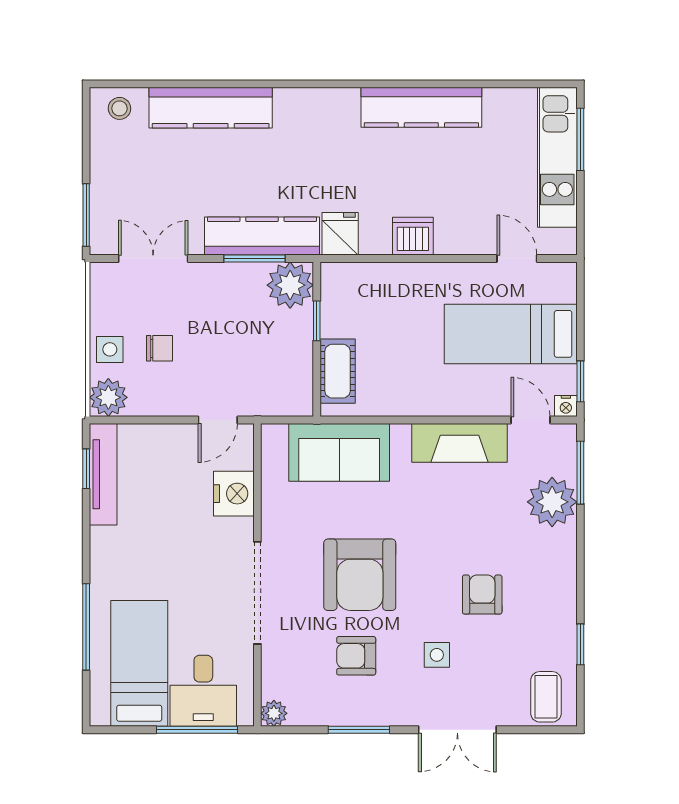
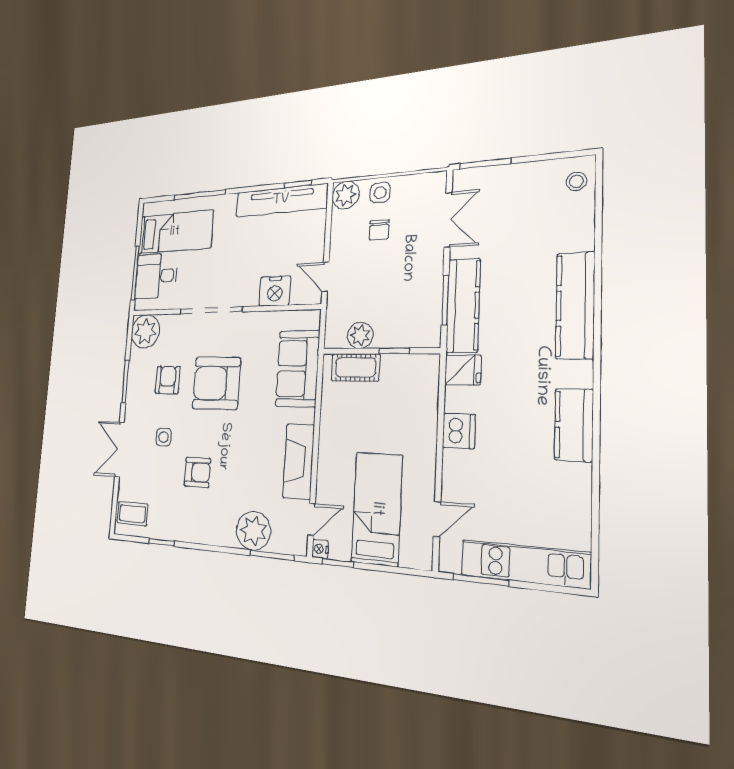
kitchen counter: (421, 107) -> (574, 425), width x0.67
kitchen counter: (211, 108) -> (575, 305), moved
window: (580, 139) -> (481, 580), moved
plant: (290, 285) -> (360, 335), moved, width x0.73, depth x0.73
tv unit: (103, 474) -> (281, 200), width x1.36, depth x1.29
plant: (274, 713) -> (145, 331), width x1.87, depth x1.87

